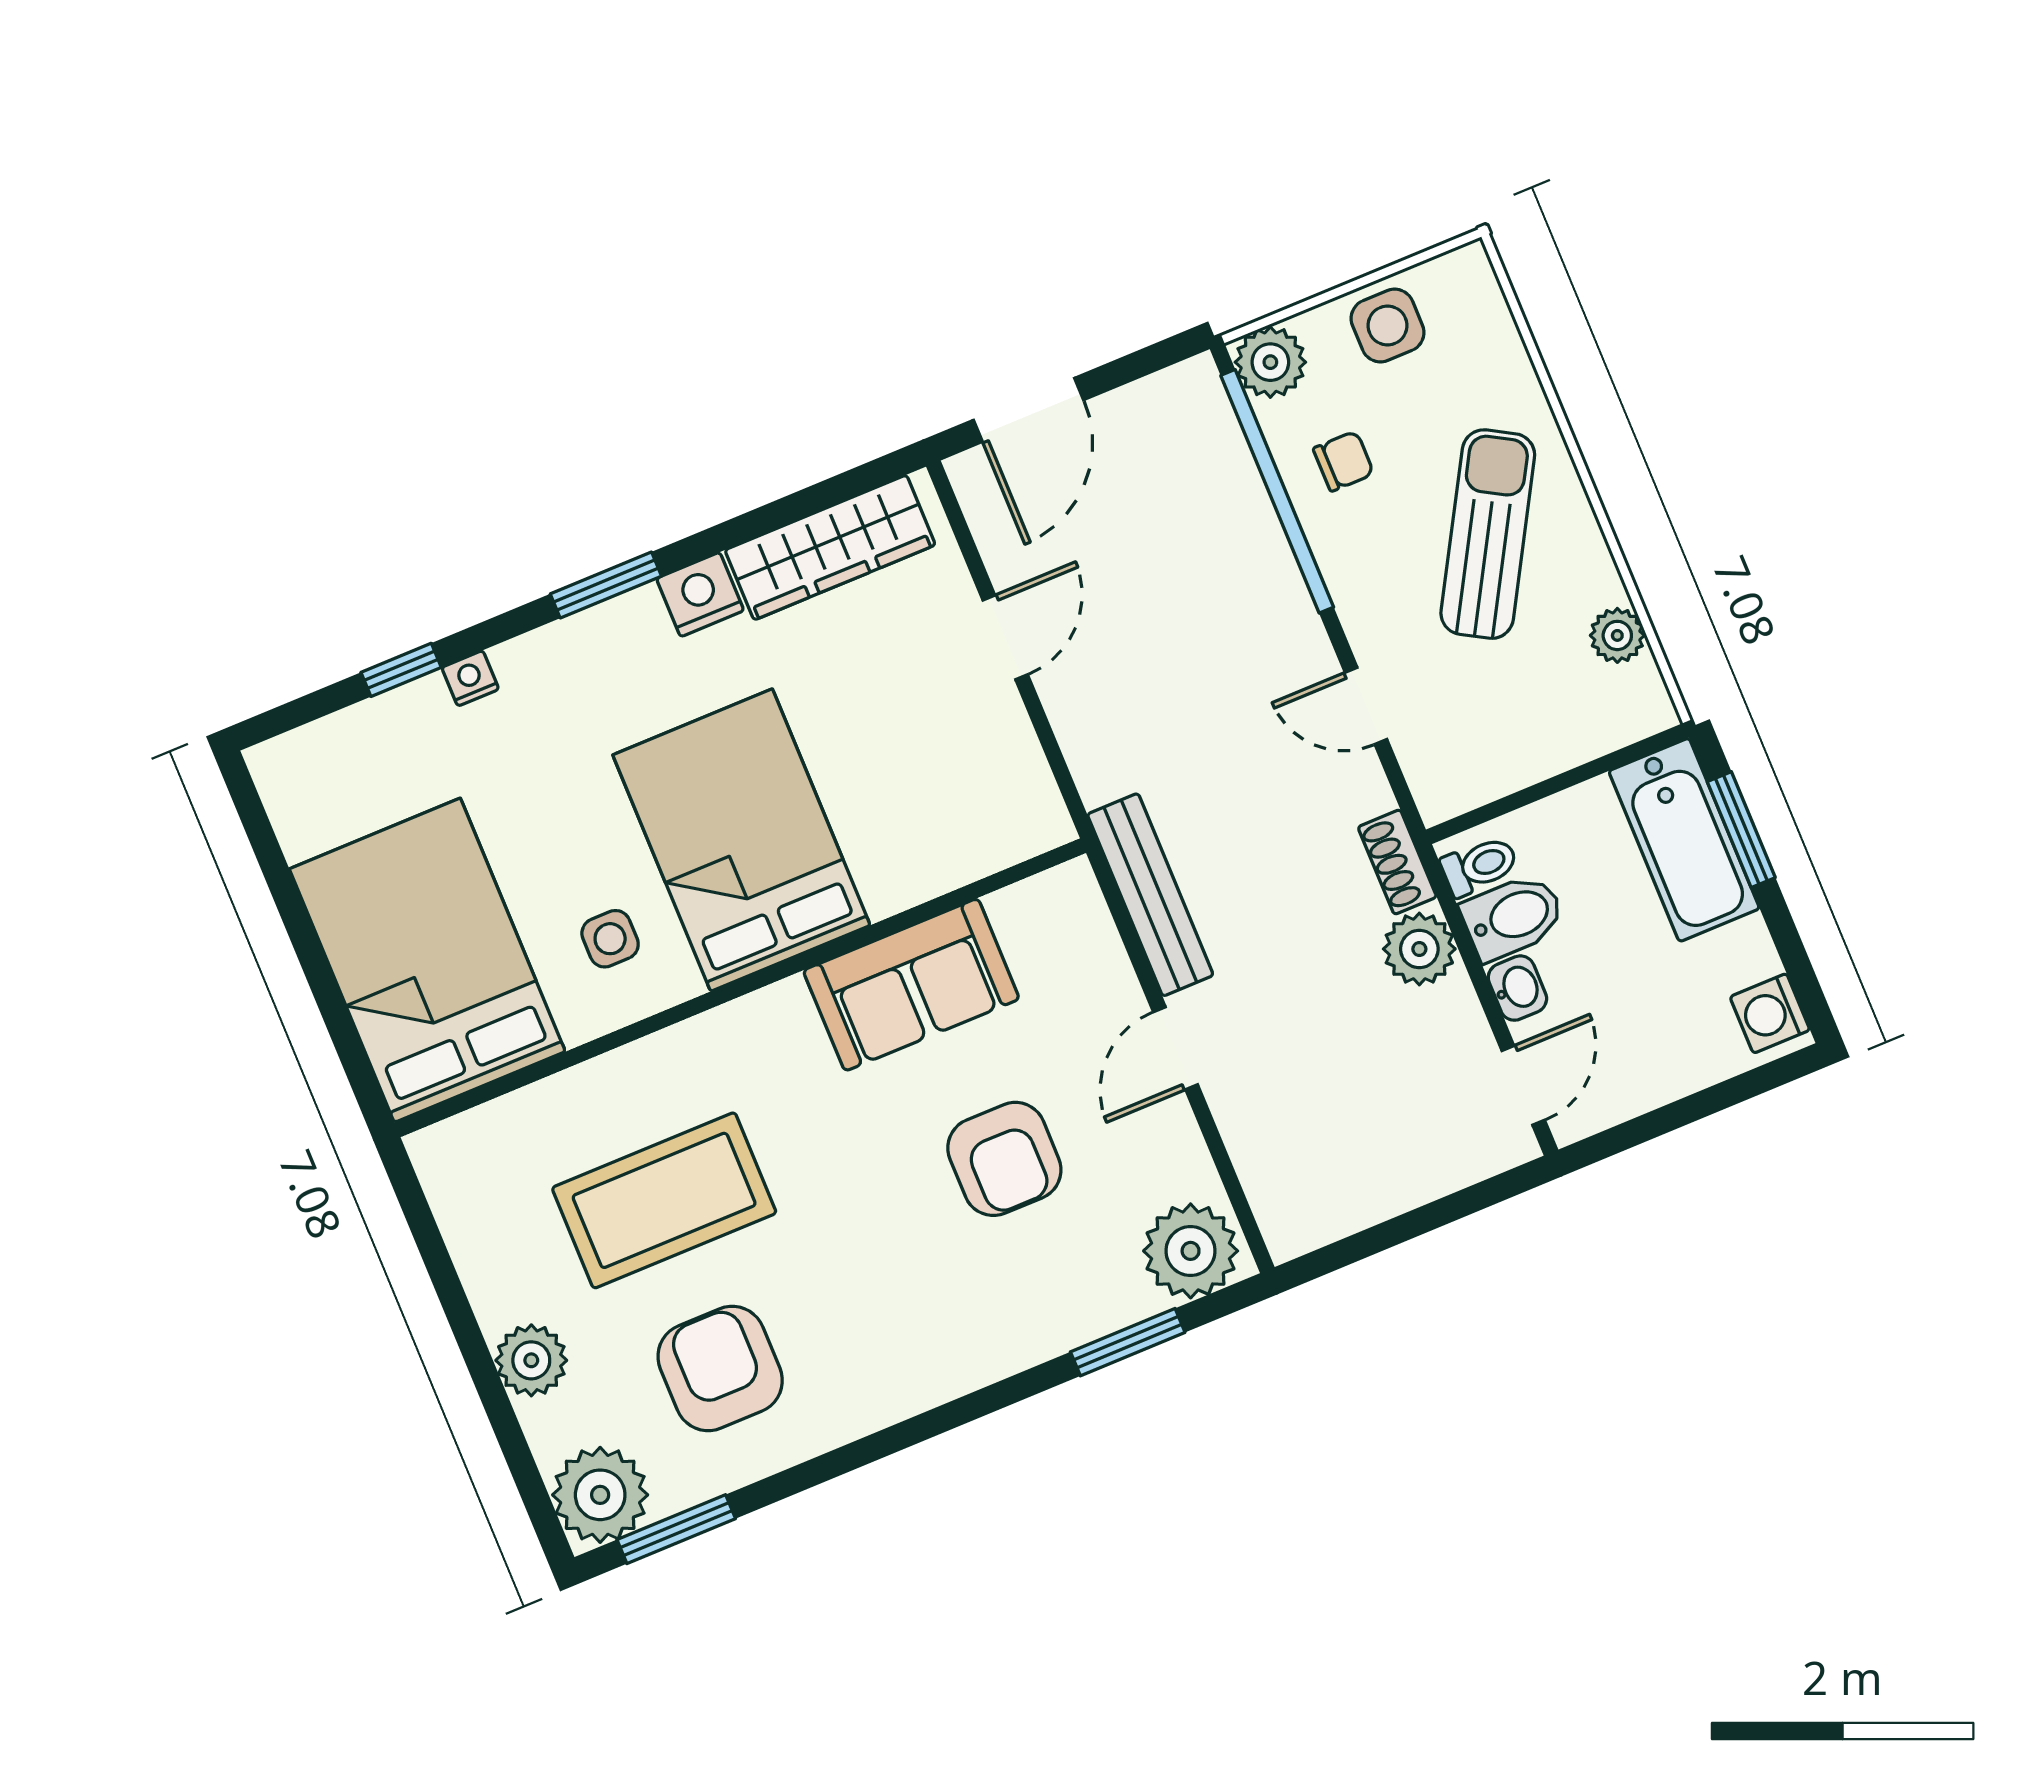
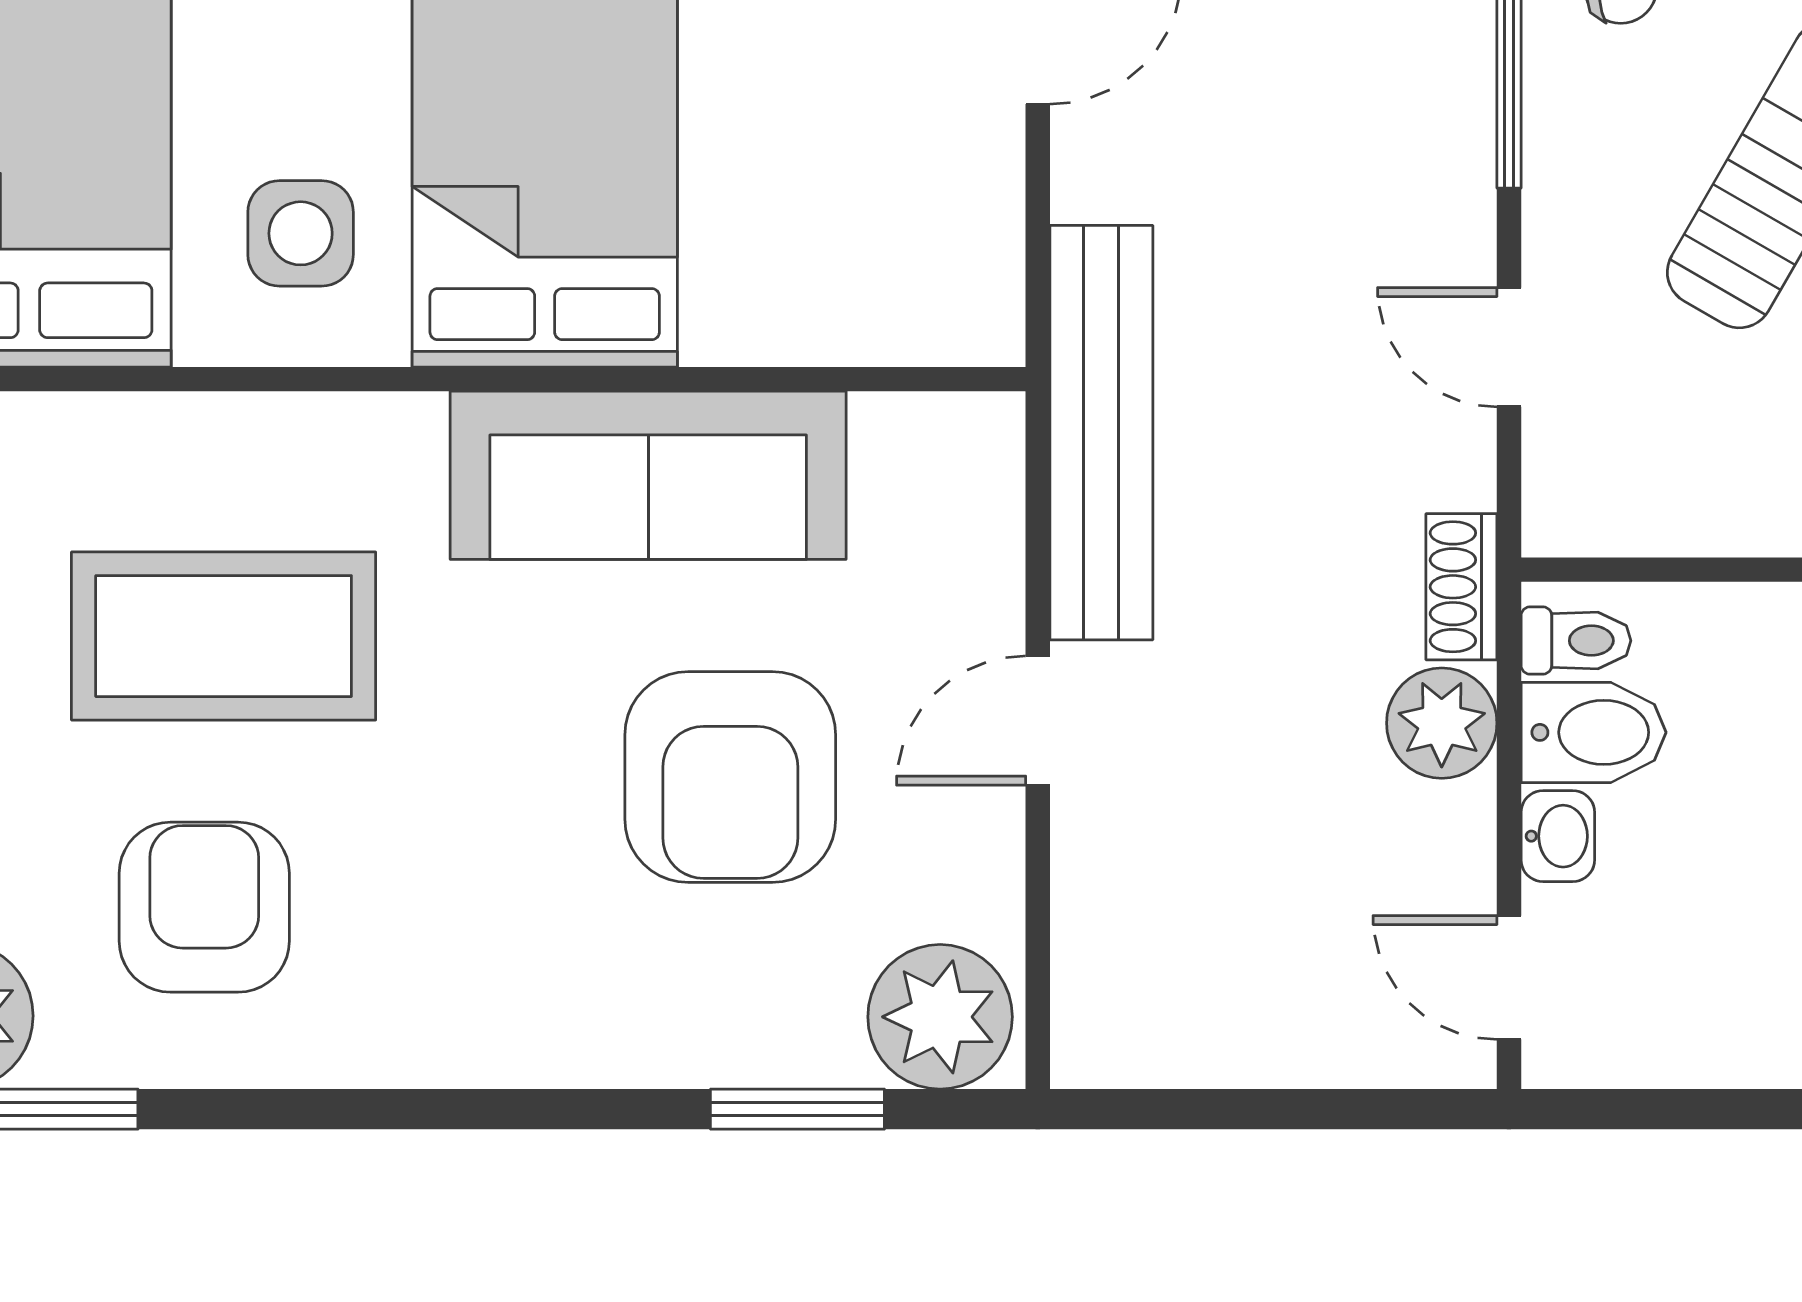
bench: (1150, 895) -> (1101, 433), width x1.37, depth x1.21
side table: (610, 939) -> (301, 233), width x1.37, depth x1.37
sofa: (911, 985) -> (648, 475), width x1.36
door: (1523, 1085) -> (1509, 978), swing flipped
armchair: (1004, 1159) -> (730, 777), width x1.36, depth x1.36

